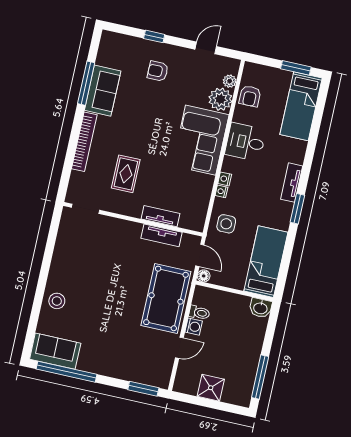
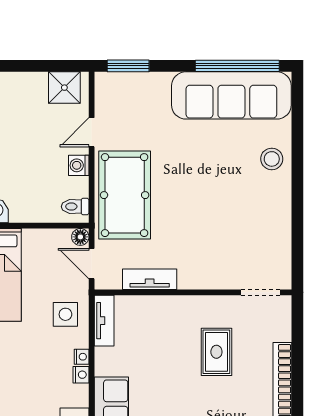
tv unit: (160, 216) -> (104, 321), moved, turned -90
toilet: (199, 313) -> (75, 207), moved
sofa: (55, 351) -> (231, 95), width x1.85, depth x1.27
shower: (211, 388) -> (64, 88), moved

